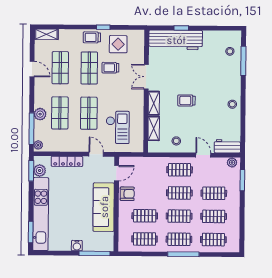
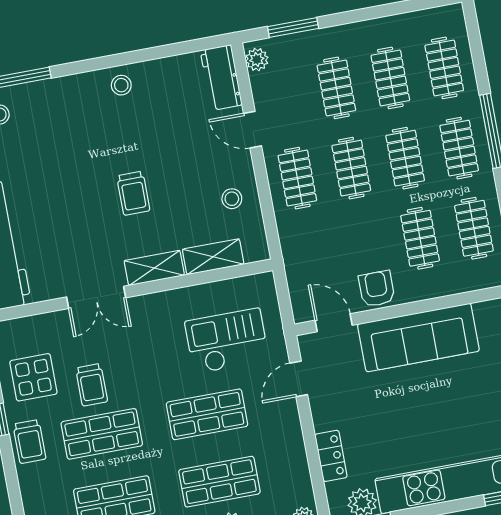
door: (203, 155) -> (253, 130), hinge flipped
locker: (67, 161) -> (331, 456), width x0.66

